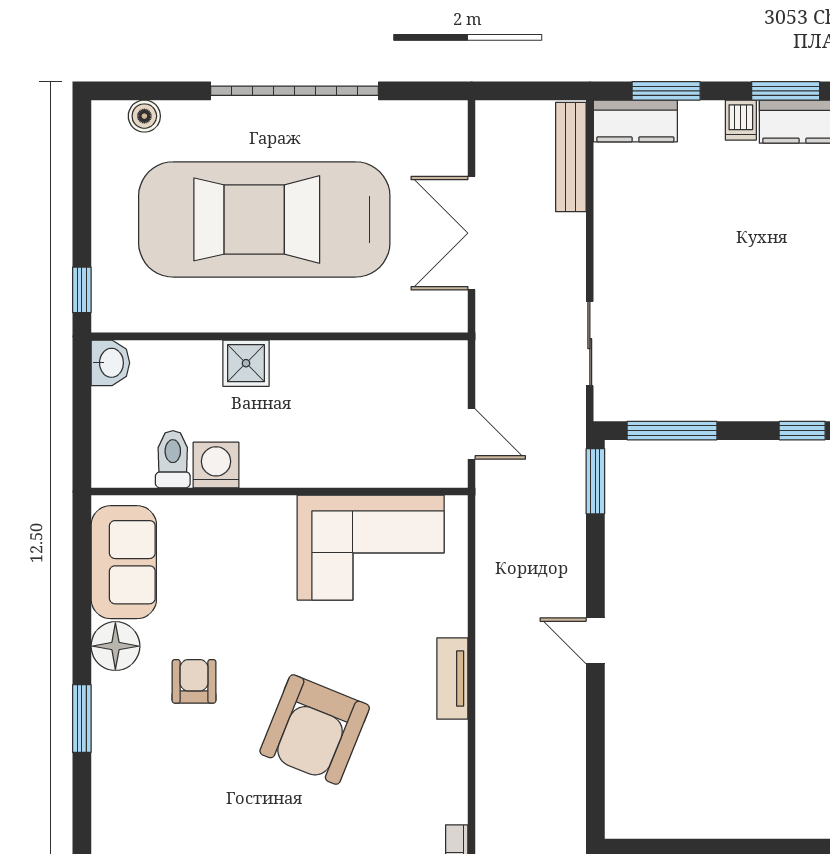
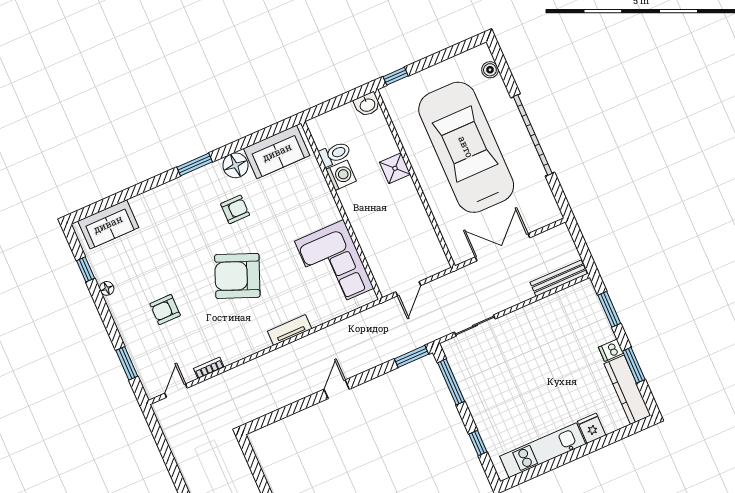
kitchen counter: (635, 121) -> (589, 301), removed

